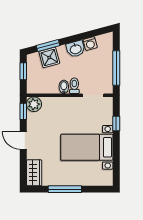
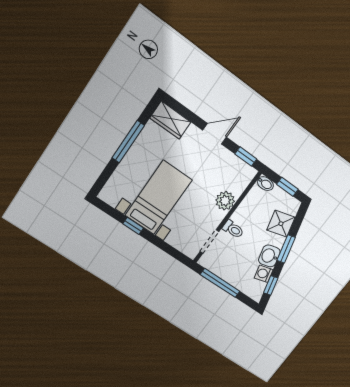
window: (95, 33) -> (271, 285), added
window: (48, 45) -> (286, 249), moved
bidet: (64, 87) -> (265, 184), moved
plant: (34, 104) -> (225, 201), moved
window: (116, 123) -> (133, 226), moved

